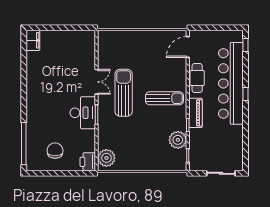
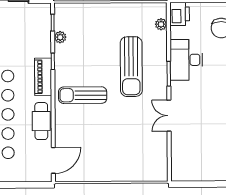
sun lounger: (124, 93) -> (131, 67), moved
desk: (83, 113) -> (186, 60), moved
plant: (178, 140) -> (60, 37), width x0.53, depth x0.53
plant: (106, 158) -> (161, 24), width x0.53, depth x0.53

